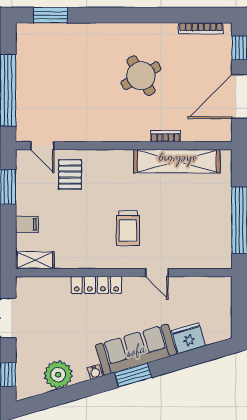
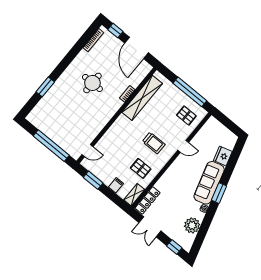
window: (51, 15) -> (45, 87), moved
round table: (141, 76) -> (92, 83), turned 30
pallet: (70, 175) -> (141, 168), moved
pallet: (203, 242) -> (186, 116), added
locker: (96, 285) -> (148, 200), moved

